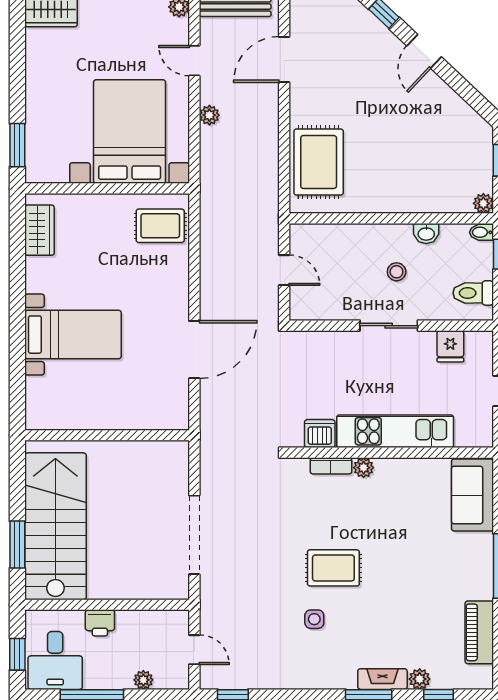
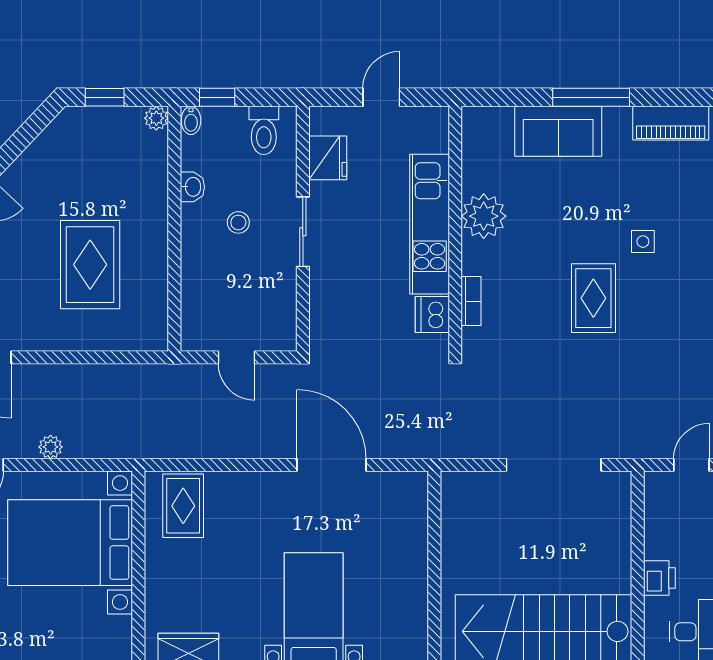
rug: (319, 162) -> (90, 265), moved, turned 90
door: (284, 270) -> (236, 357), swing flipped
fridge: (450, 346) -> (328, 158), width x1.38
plant: (364, 468) -> (484, 216), moved, width x1.88, depth x1.88
sofa: (473, 495) -> (558, 131), moved
side table: (314, 619) -> (643, 242), moved

